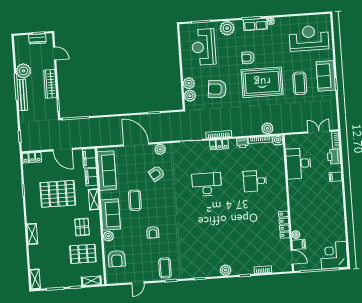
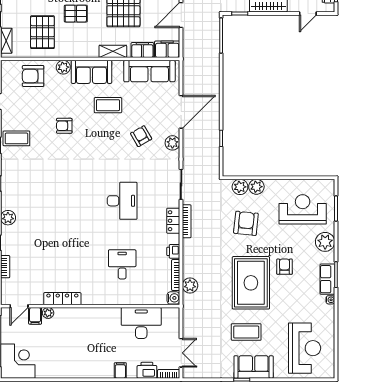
pallet: (82, 227) -> (76, 14), moved

